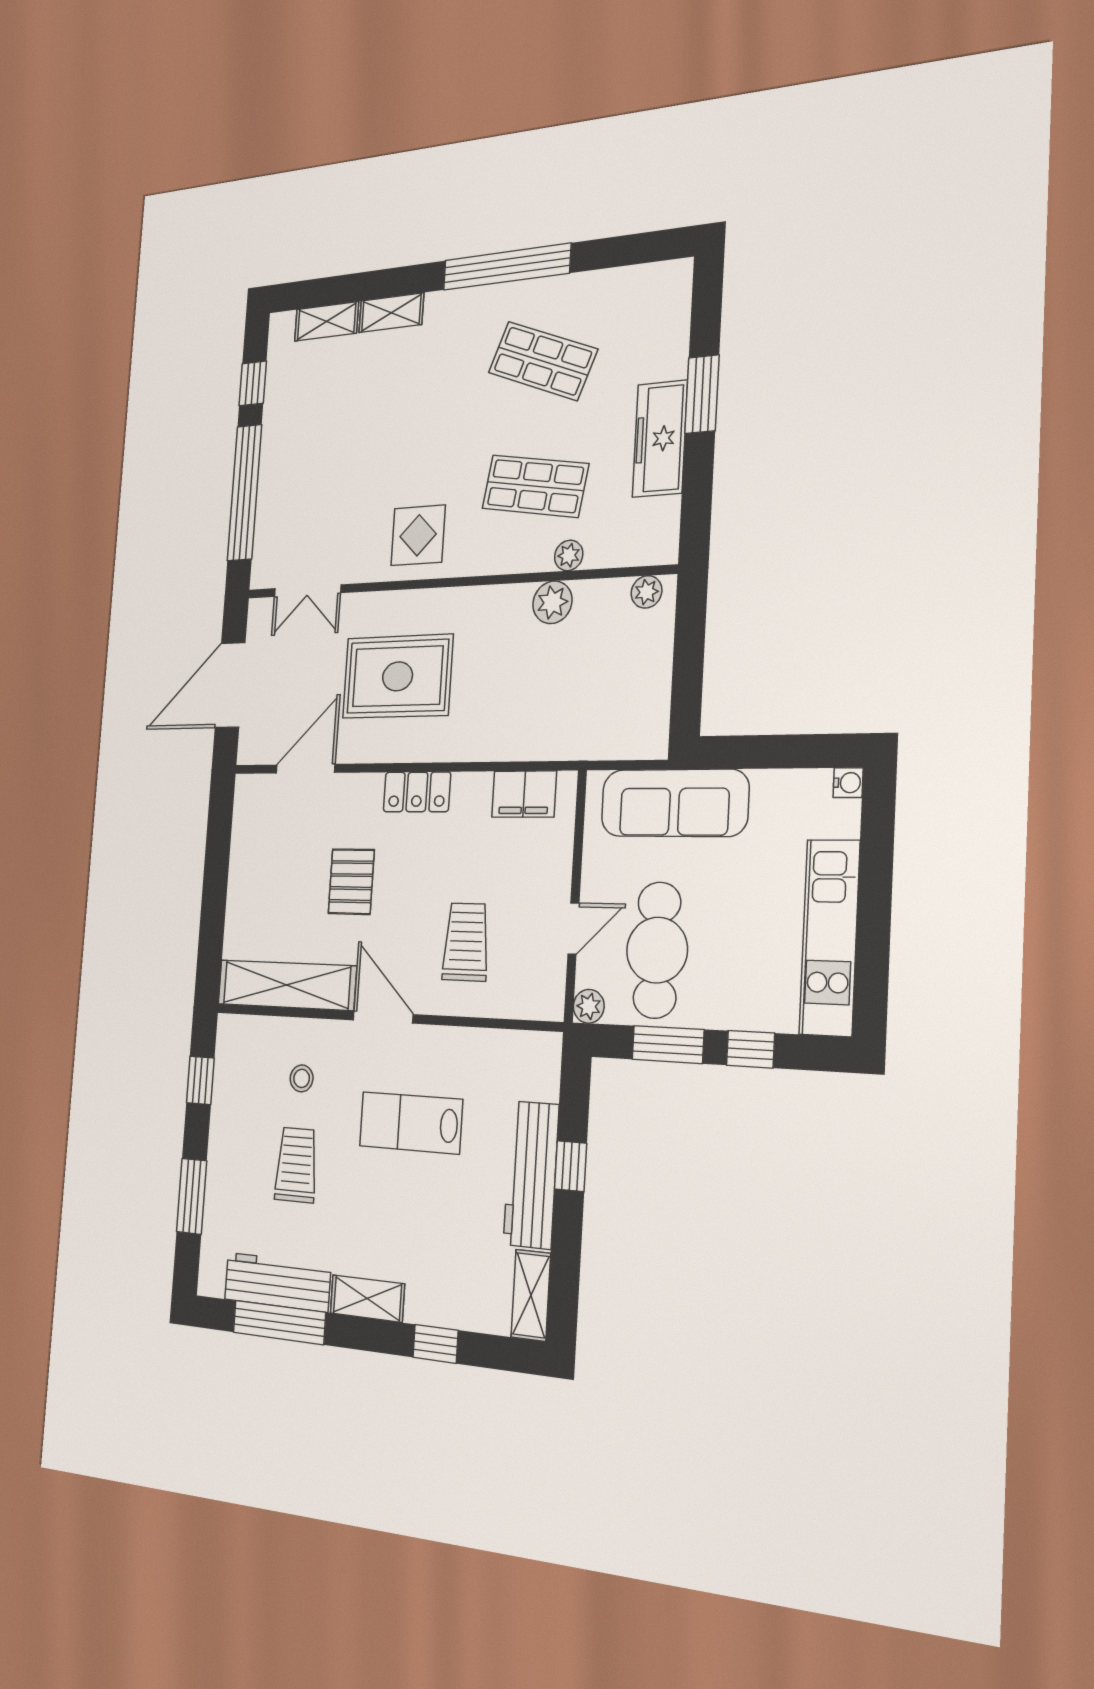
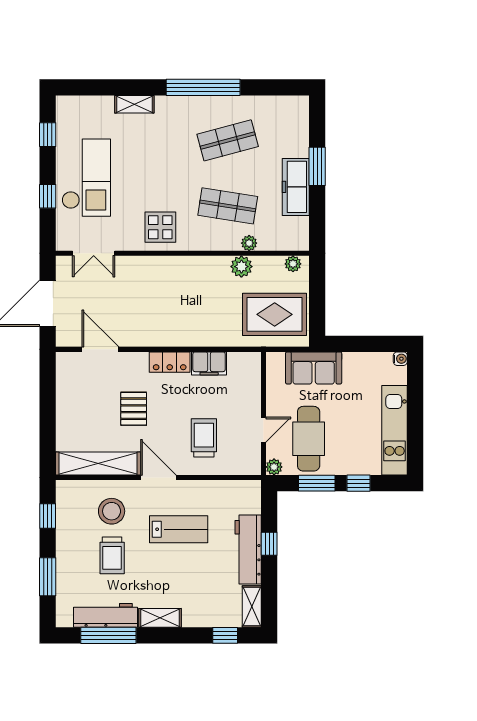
shelving: (327, 321) -> (93, 104), removed
shop shelf: (543, 361) -> (228, 140), turned -36
checkout: (306, 454) -> (86, 178), added
window: (245, 493) -> (48, 196), width x0.32
rug: (398, 676) -> (275, 314), moved
door: (306, 769) -> (100, 349), hinge flipped
filing cabinet: (524, 794) -> (209, 363), moved
sofa: (674, 803) -> (314, 368), width x0.73
stool: (302, 1078) -> (112, 511), width x1.89, depth x1.89
lab bench: (411, 1123) -> (179, 529), turned 180
trolley: (296, 1165) -> (112, 555), turned 180
window: (436, 1344) -> (225, 635), moved

